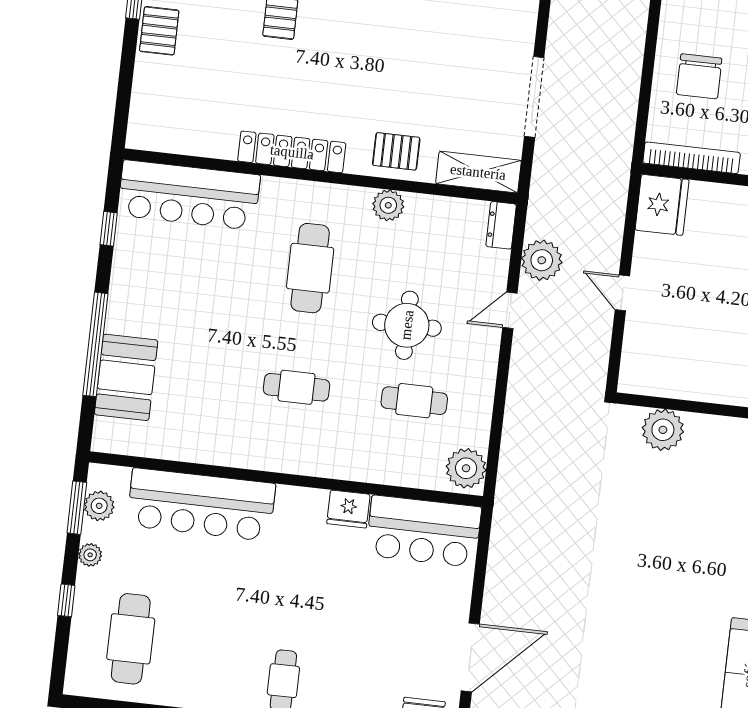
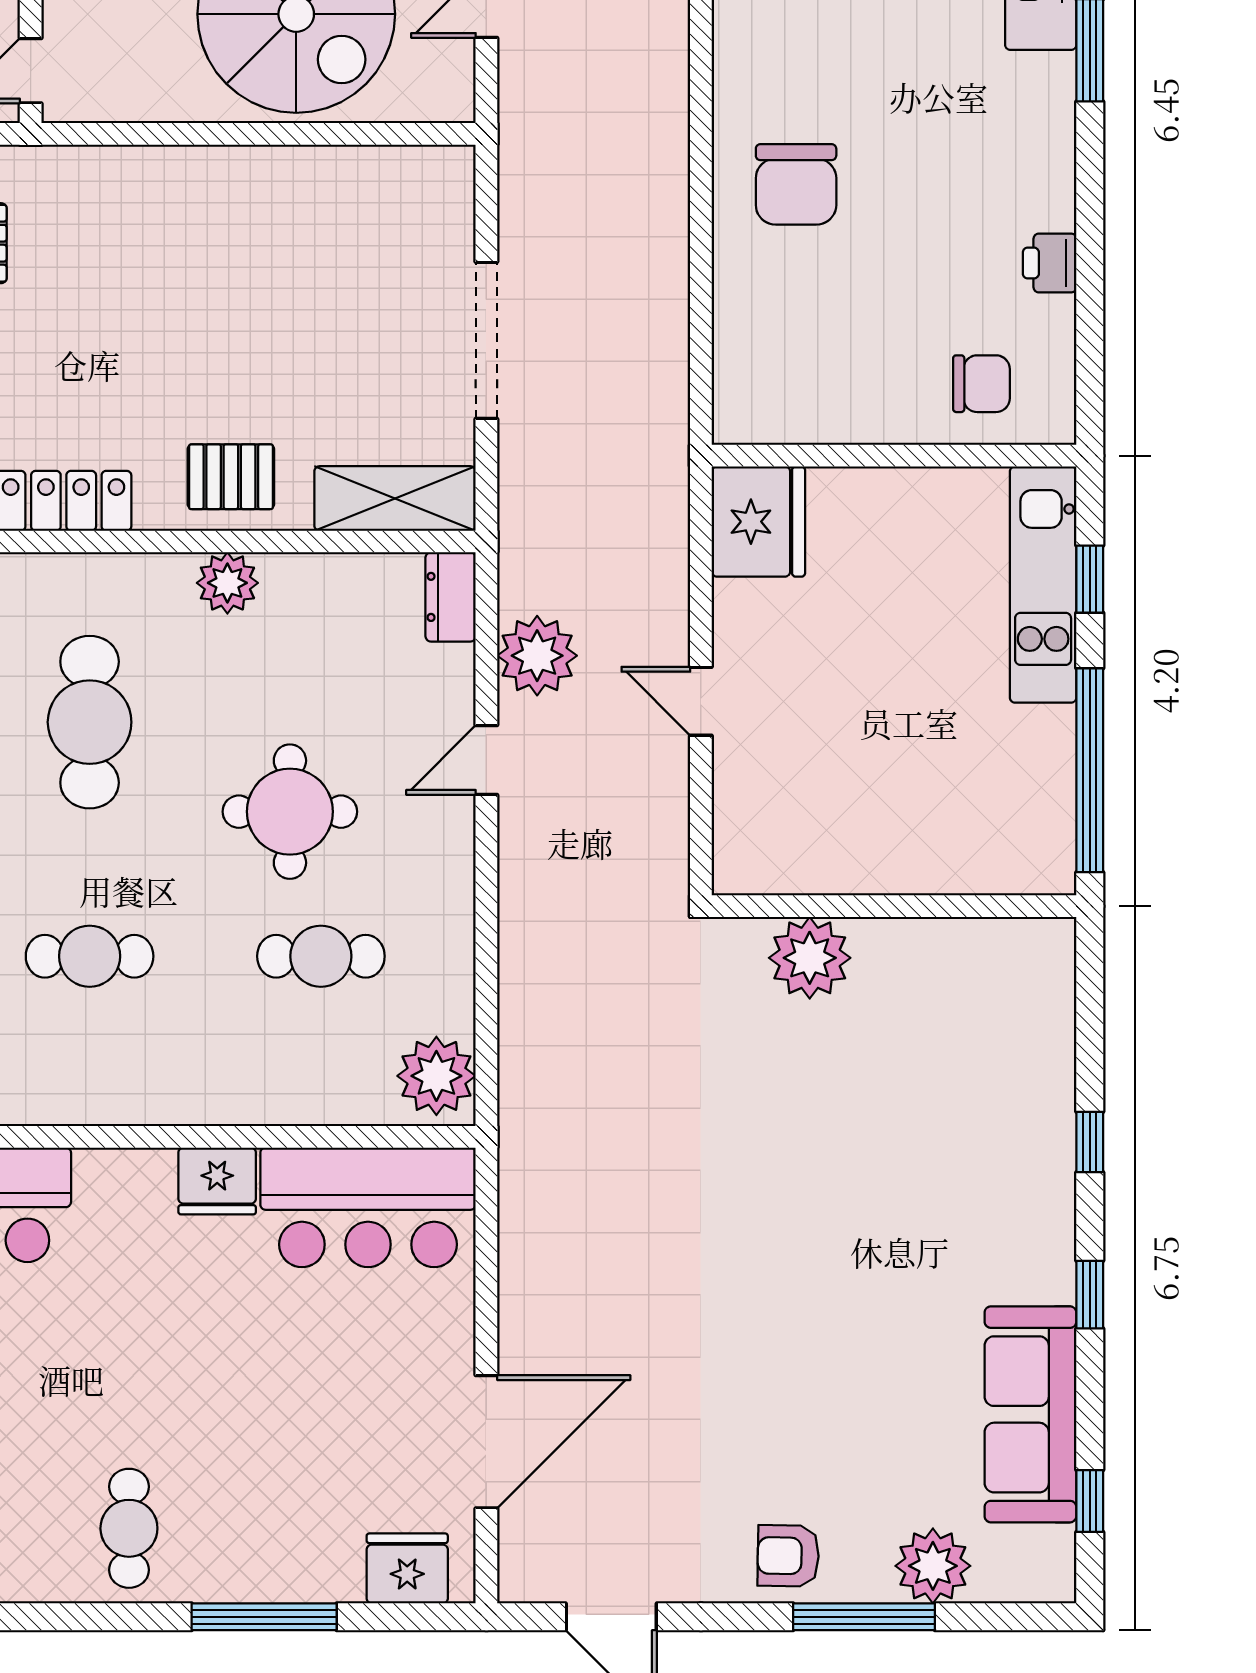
chair: (699, 76) -> (796, 184), moved
bookcase: (692, 158) -> (805, 424), removed

